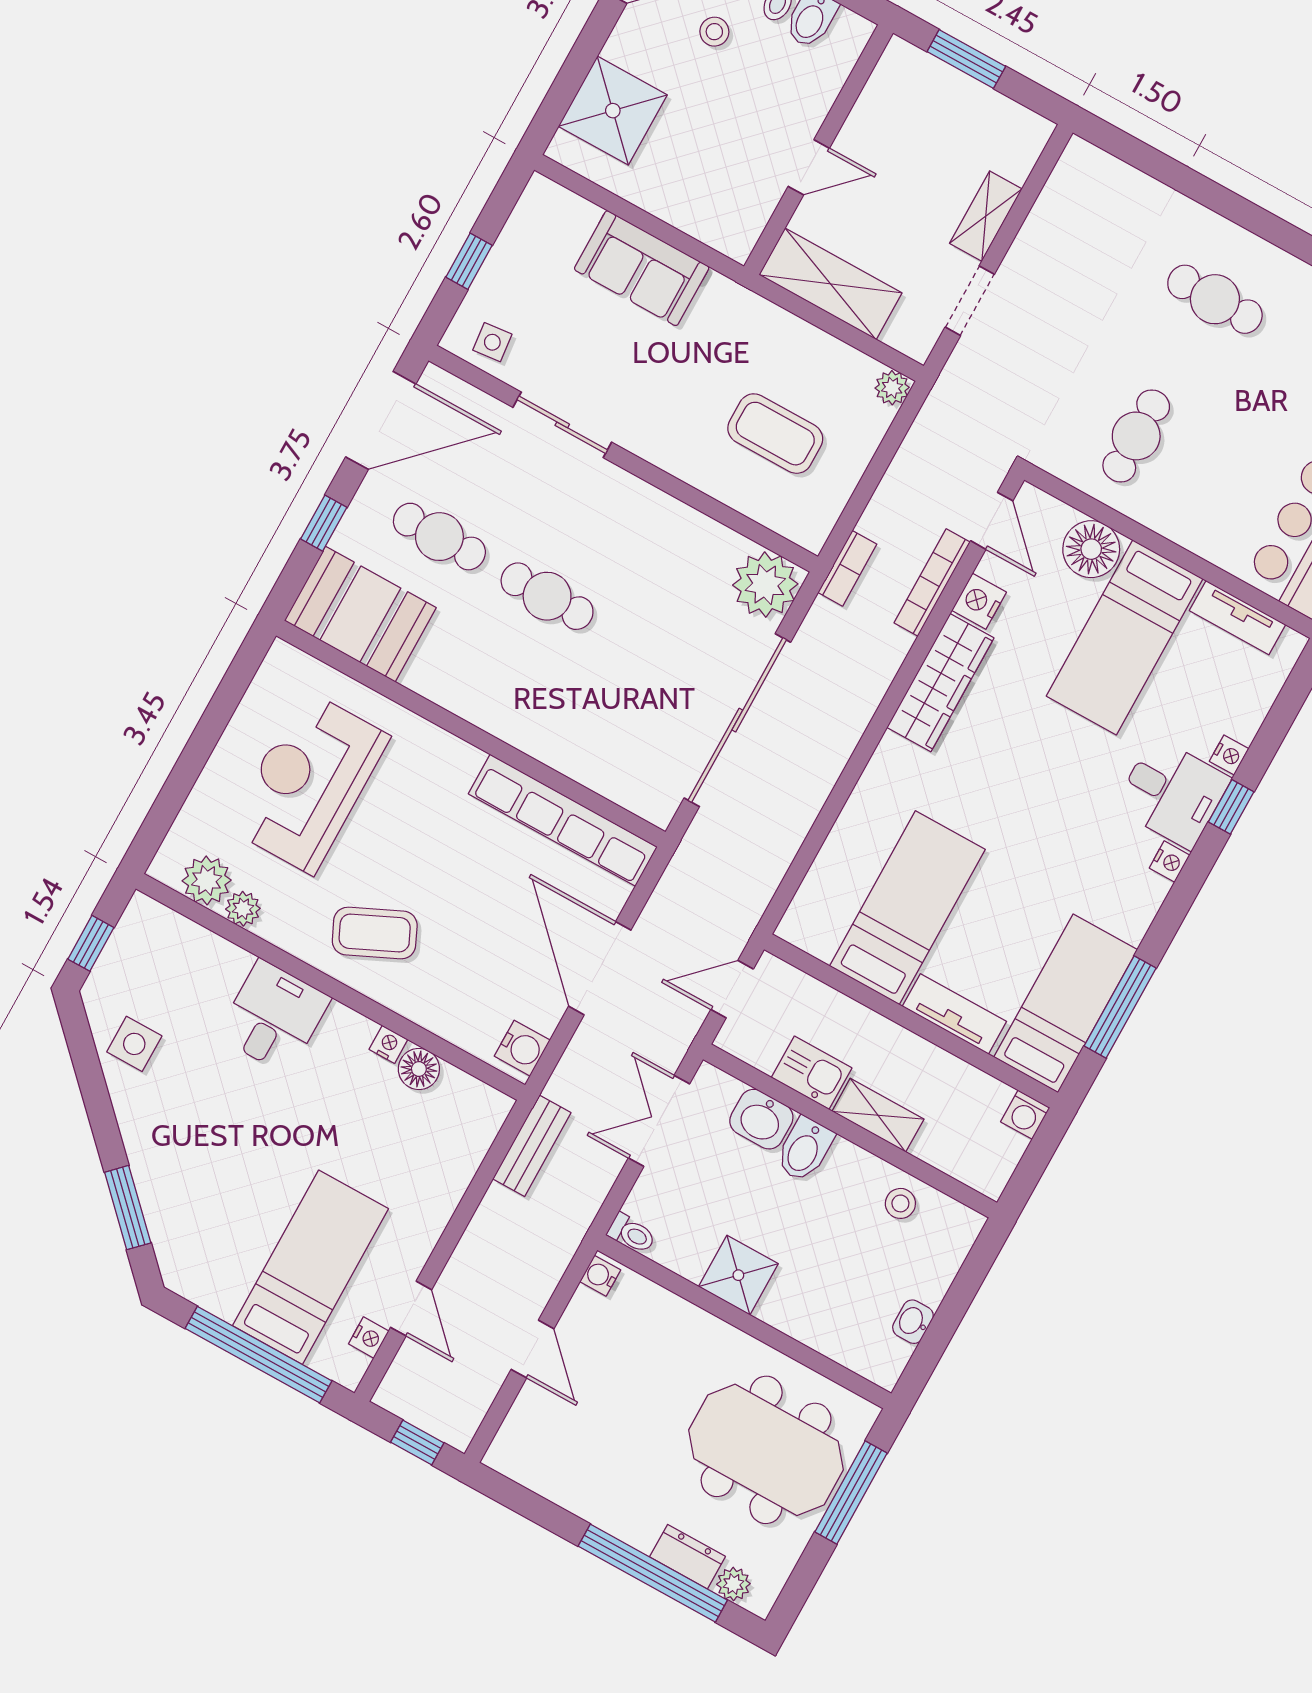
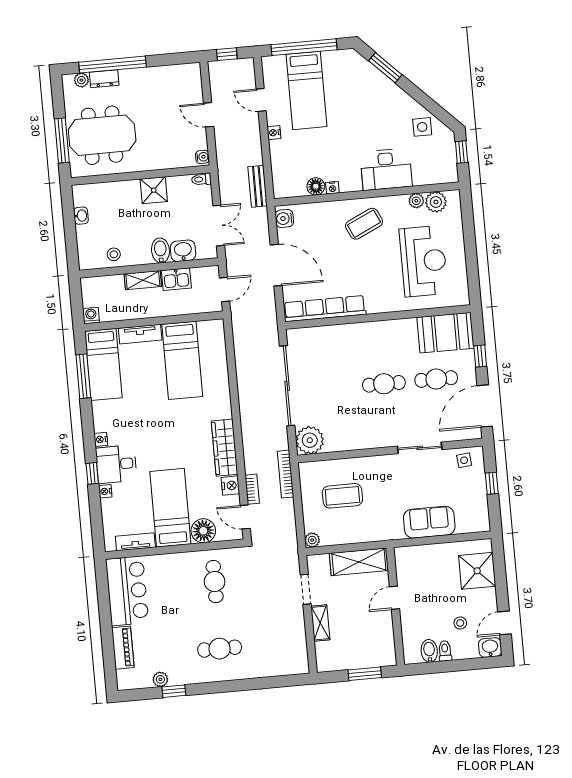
bookcase: (847, 568) -> (285, 474), width x1.56
bookcase: (932, 583) -> (252, 489), width x0.64
desk: (274, 1017) -> (386, 169), width x1.37
nightstand: (369, 1338) -> (274, 133), moved

